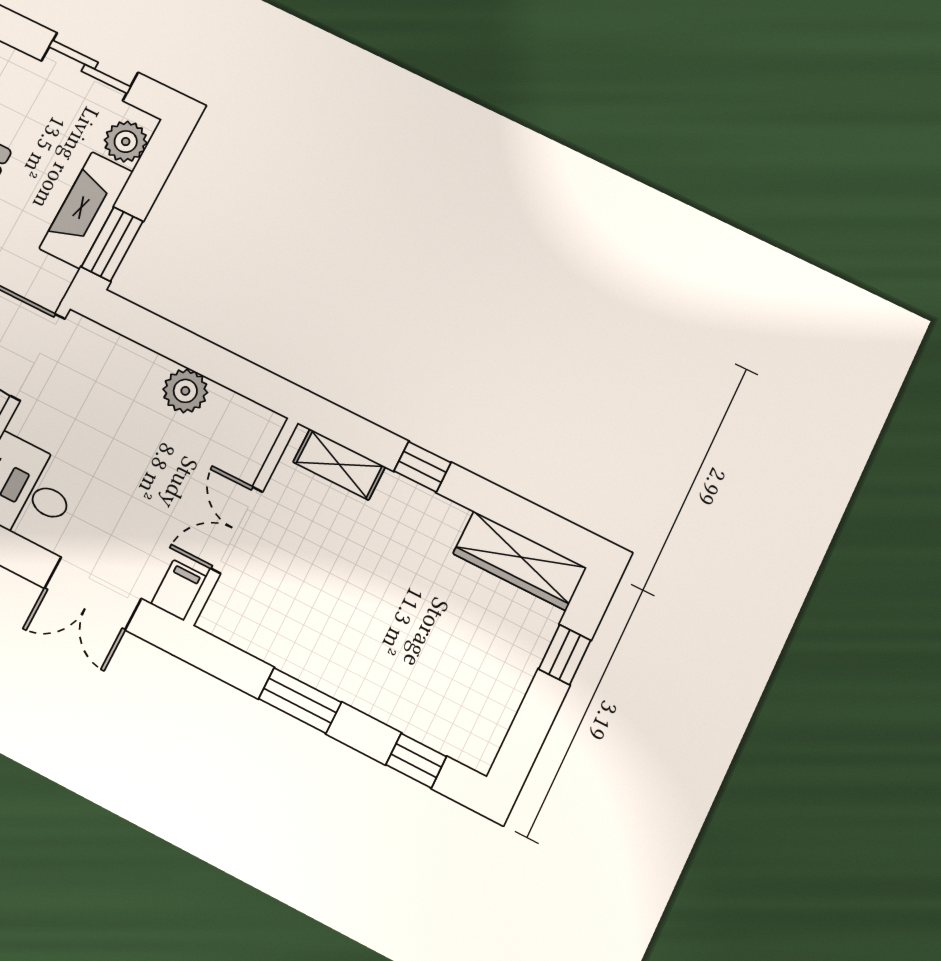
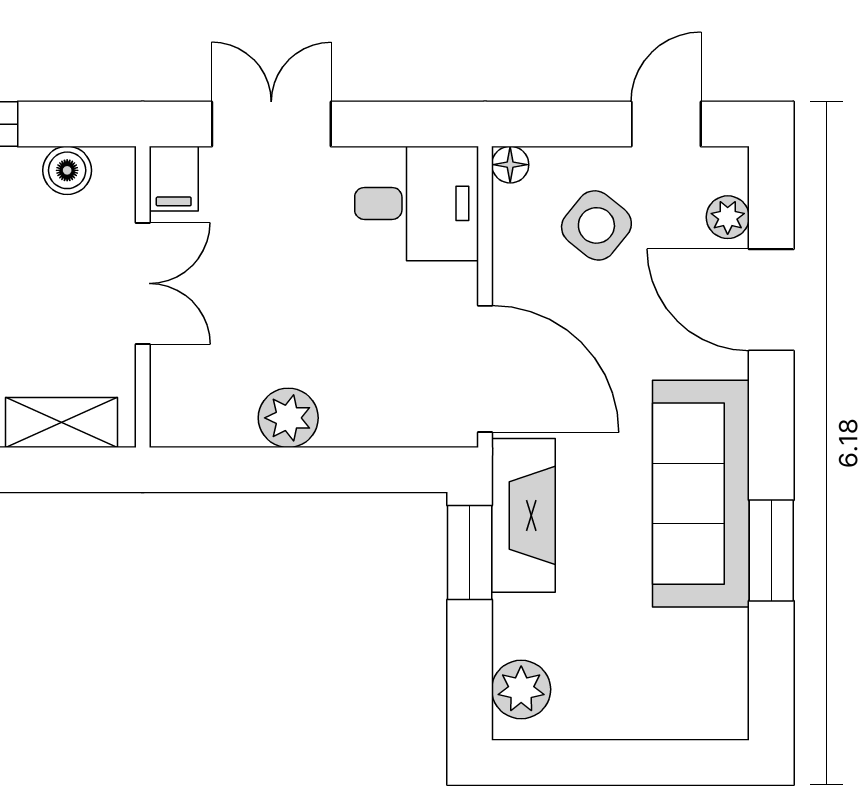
sliding door: (90, 67) -> (616, 763), removed
fireplace: (86, 210) -> (523, 515), moved
boiler: (249, 633) -> (67, 170), added

